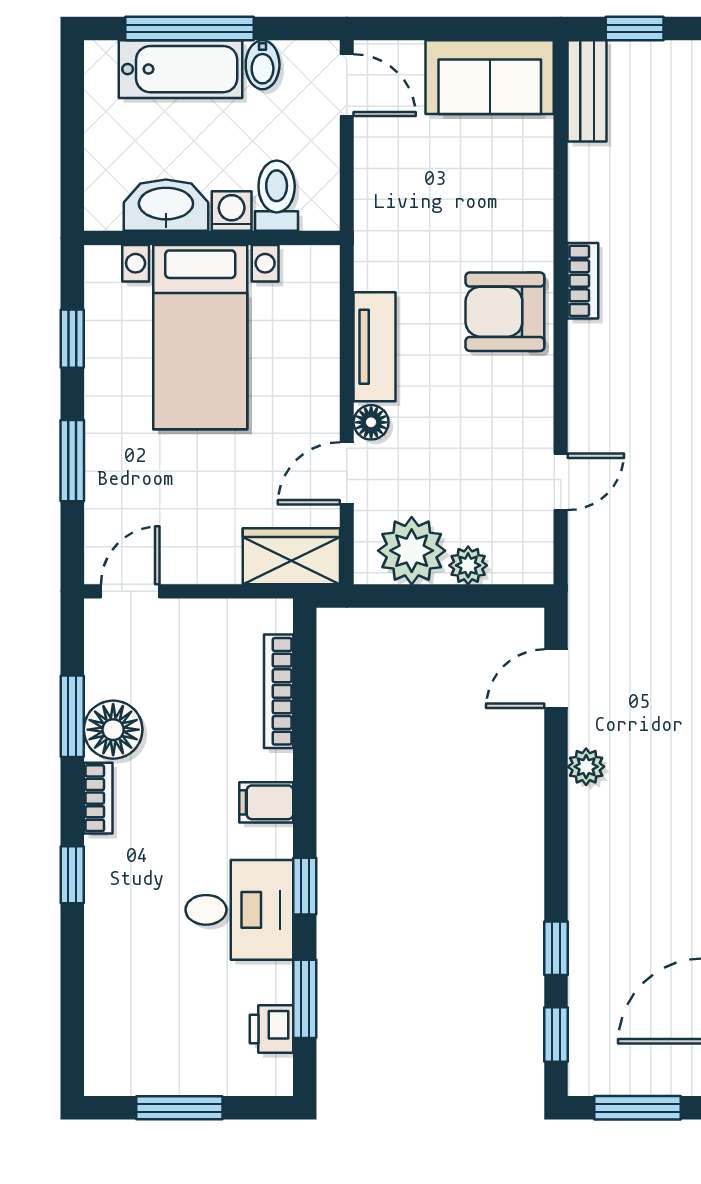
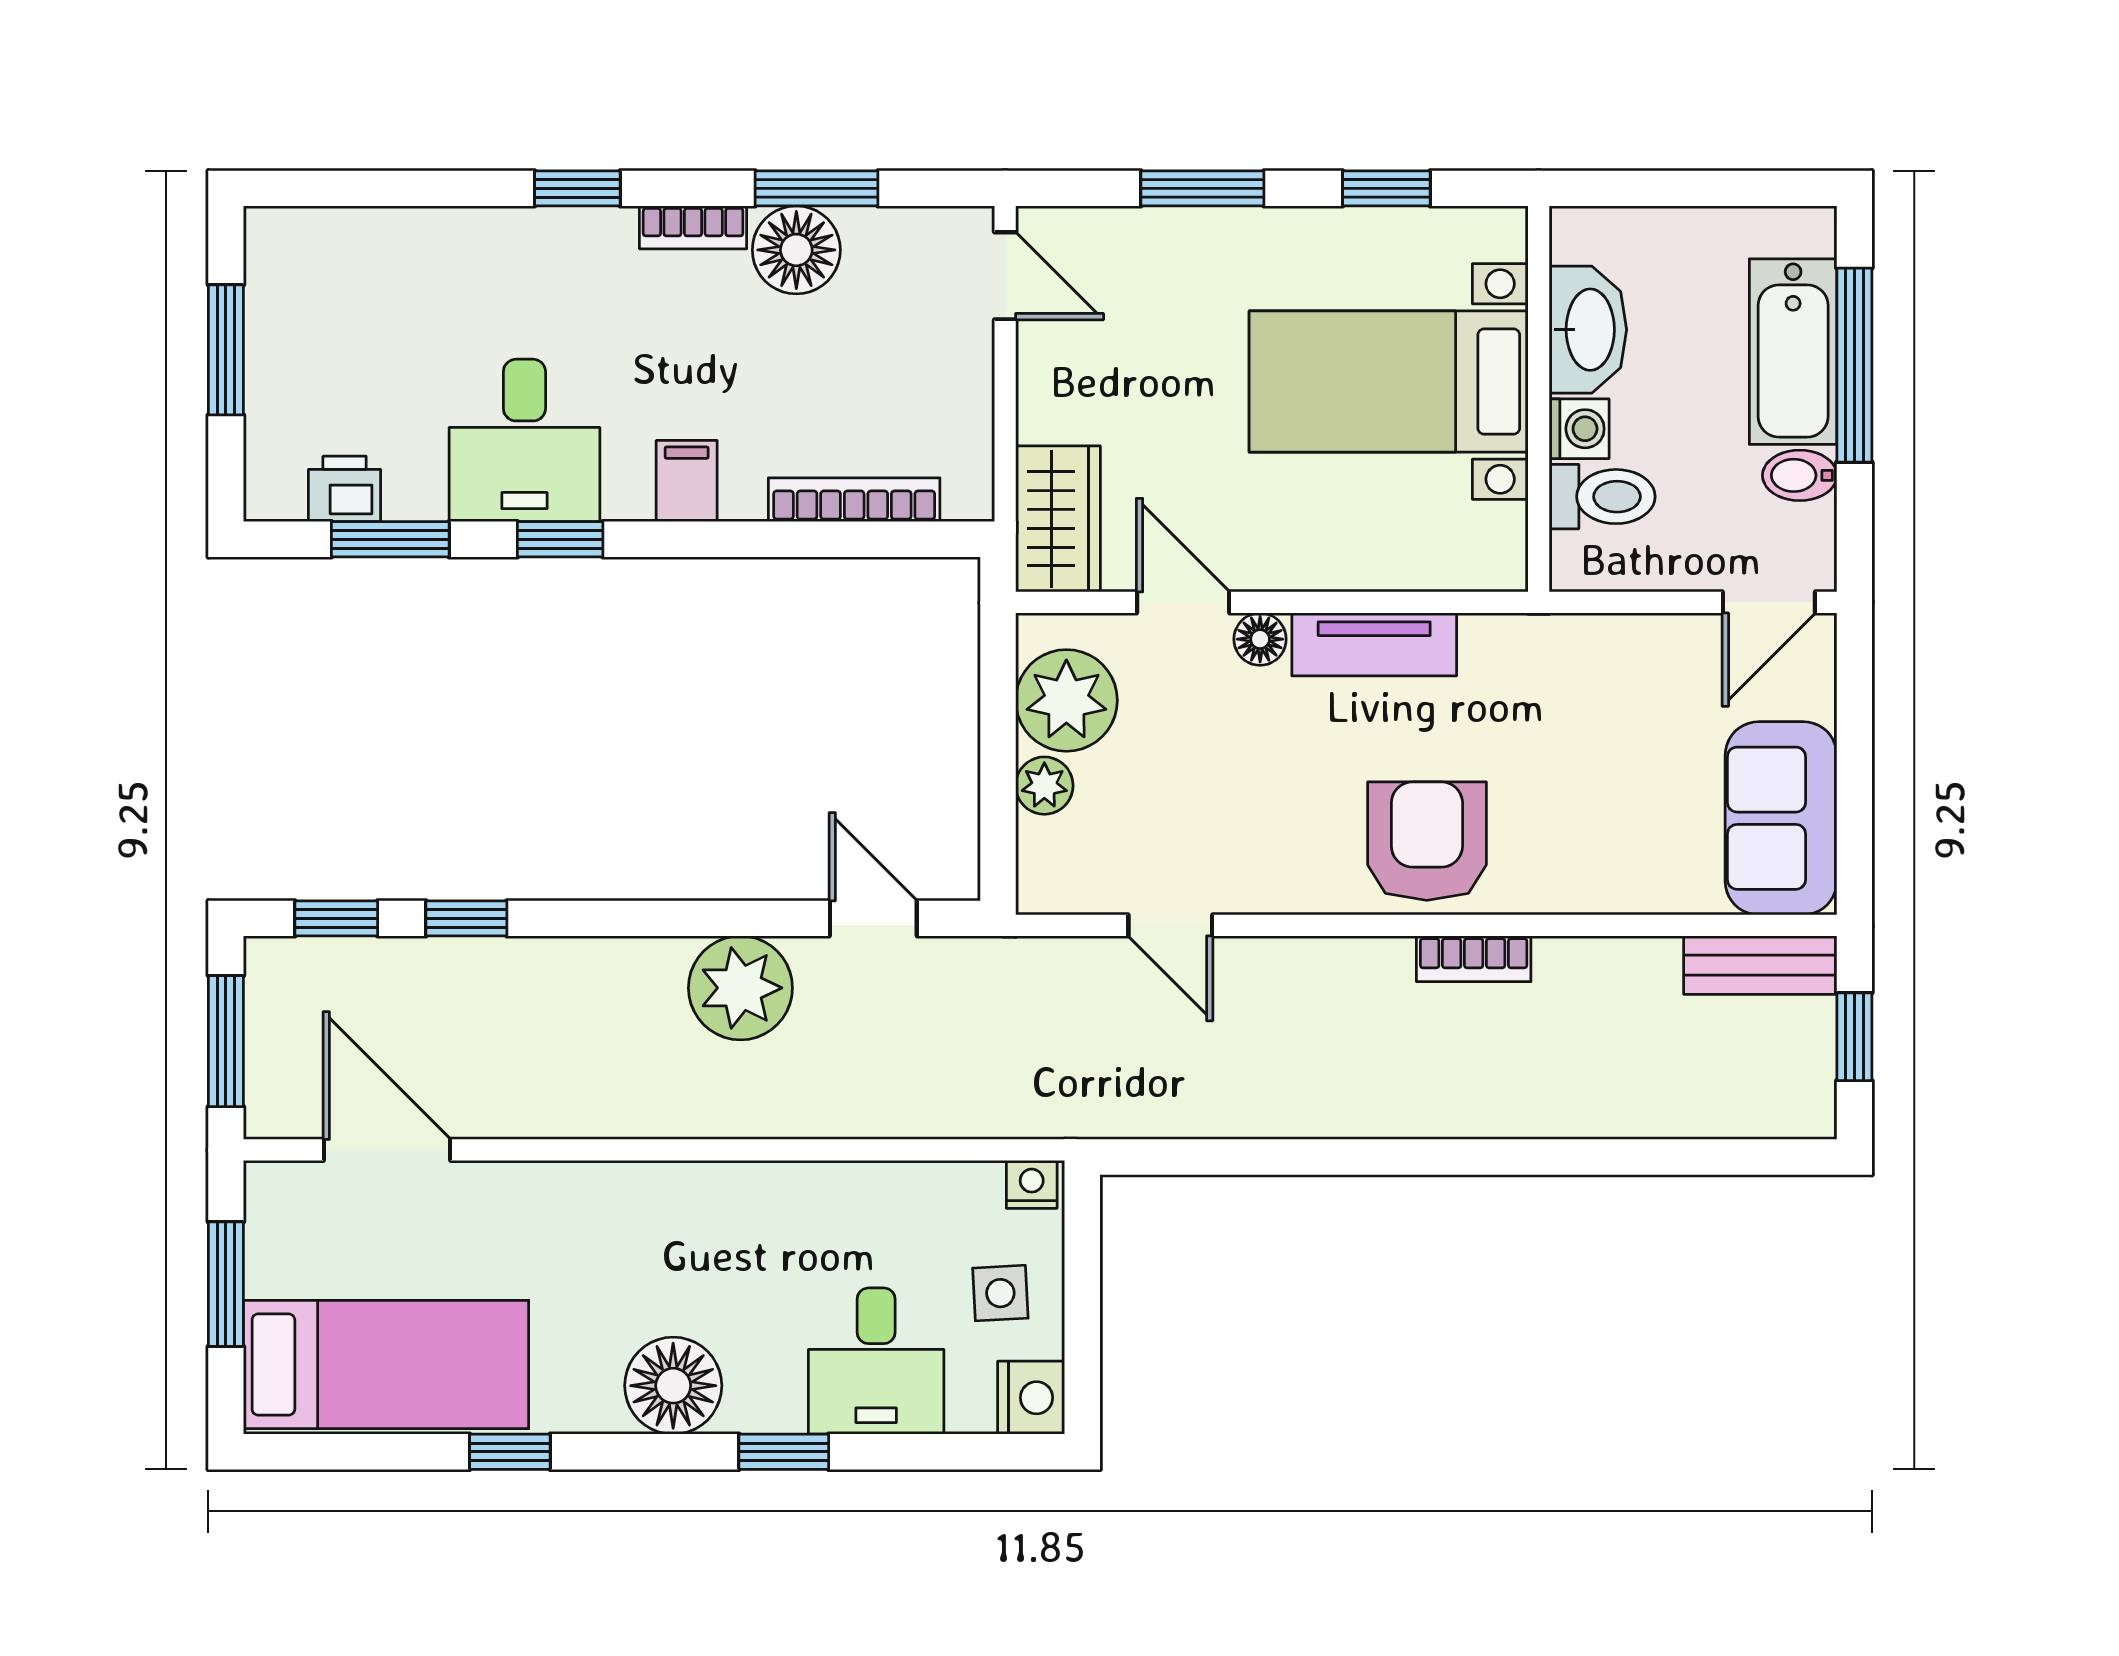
plant: (586, 767) -> (740, 988), width x1.88, depth x1.88

